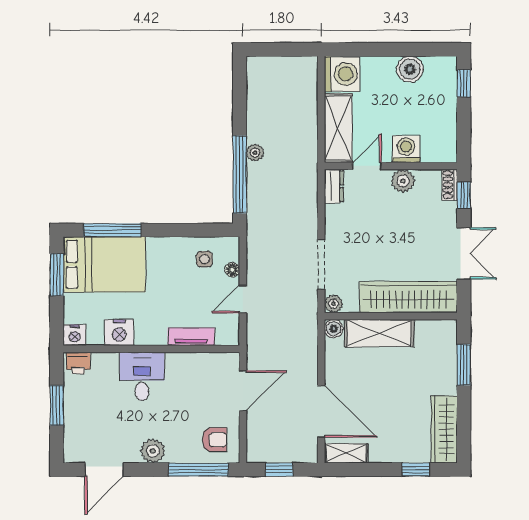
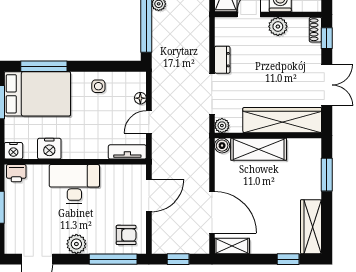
dresser: (334, 186) -> (222, 60), moved
side table: (204, 259) -> (98, 86), moved
tv unit: (191, 337) -> (127, 152), moved
desk: (142, 376) -> (74, 184), width x1.37

